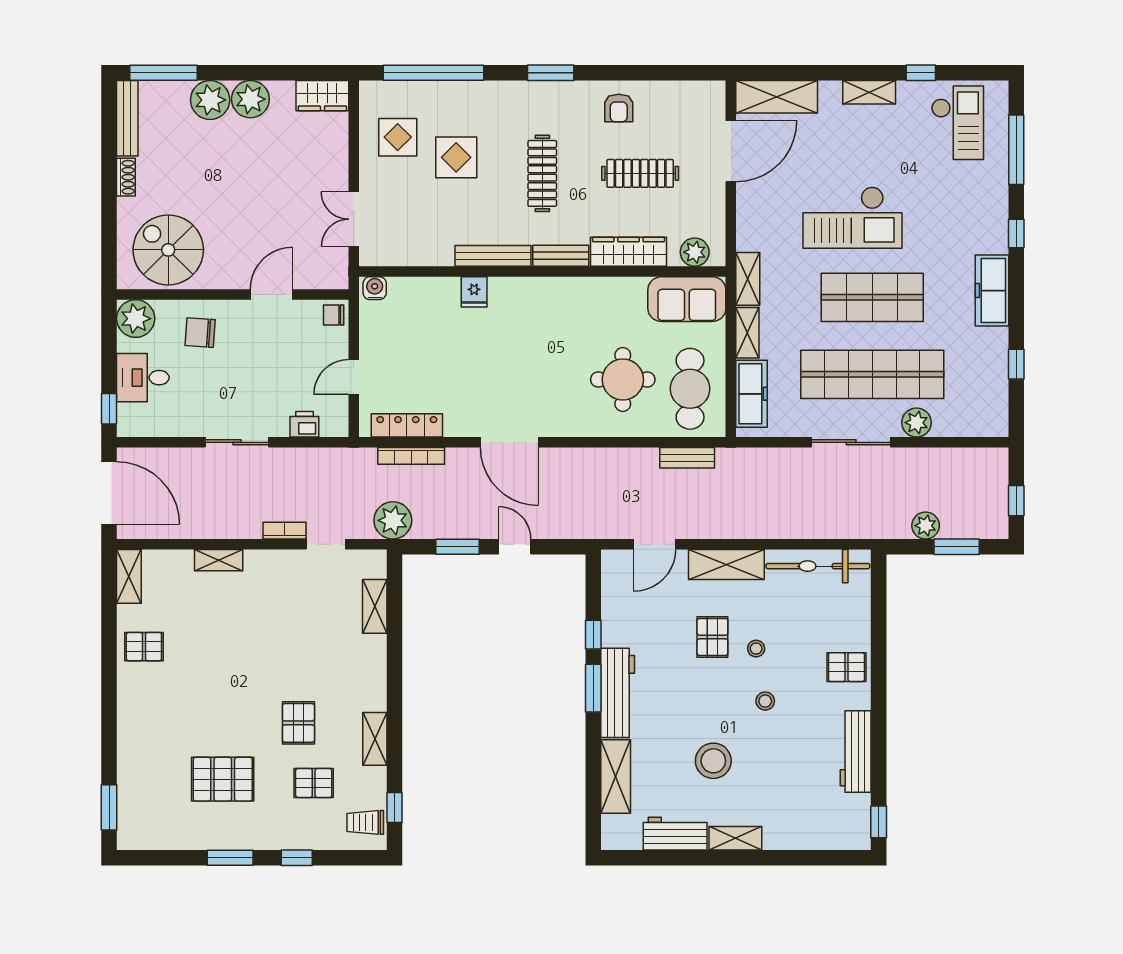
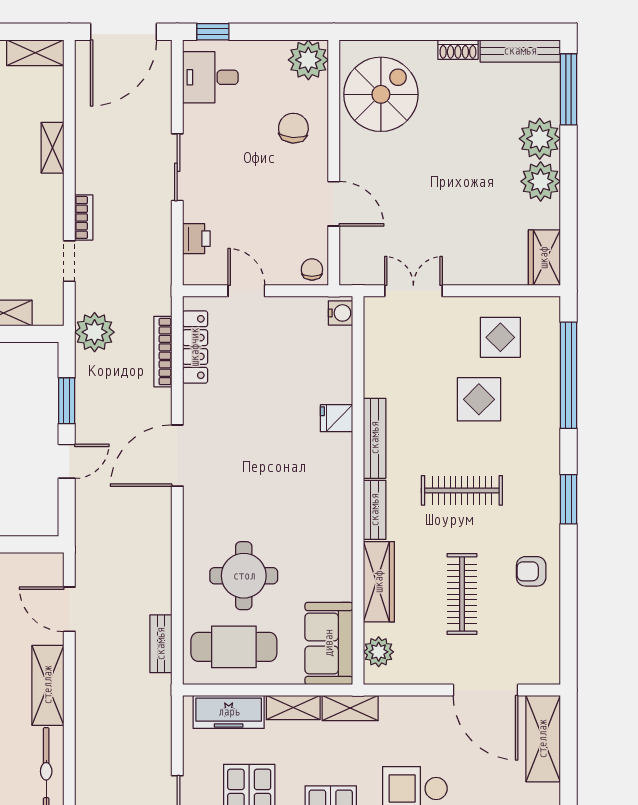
desk: (143, 378) -> (210, 77), moved, turned -90

